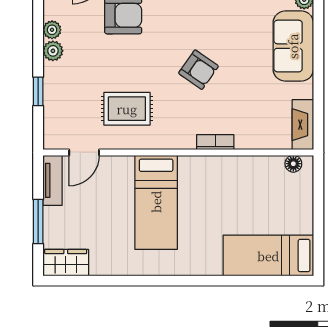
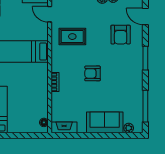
armchair: (199, 70) -> (92, 73), turned 55
rug: (127, 109) -> (72, 37), turned 90

